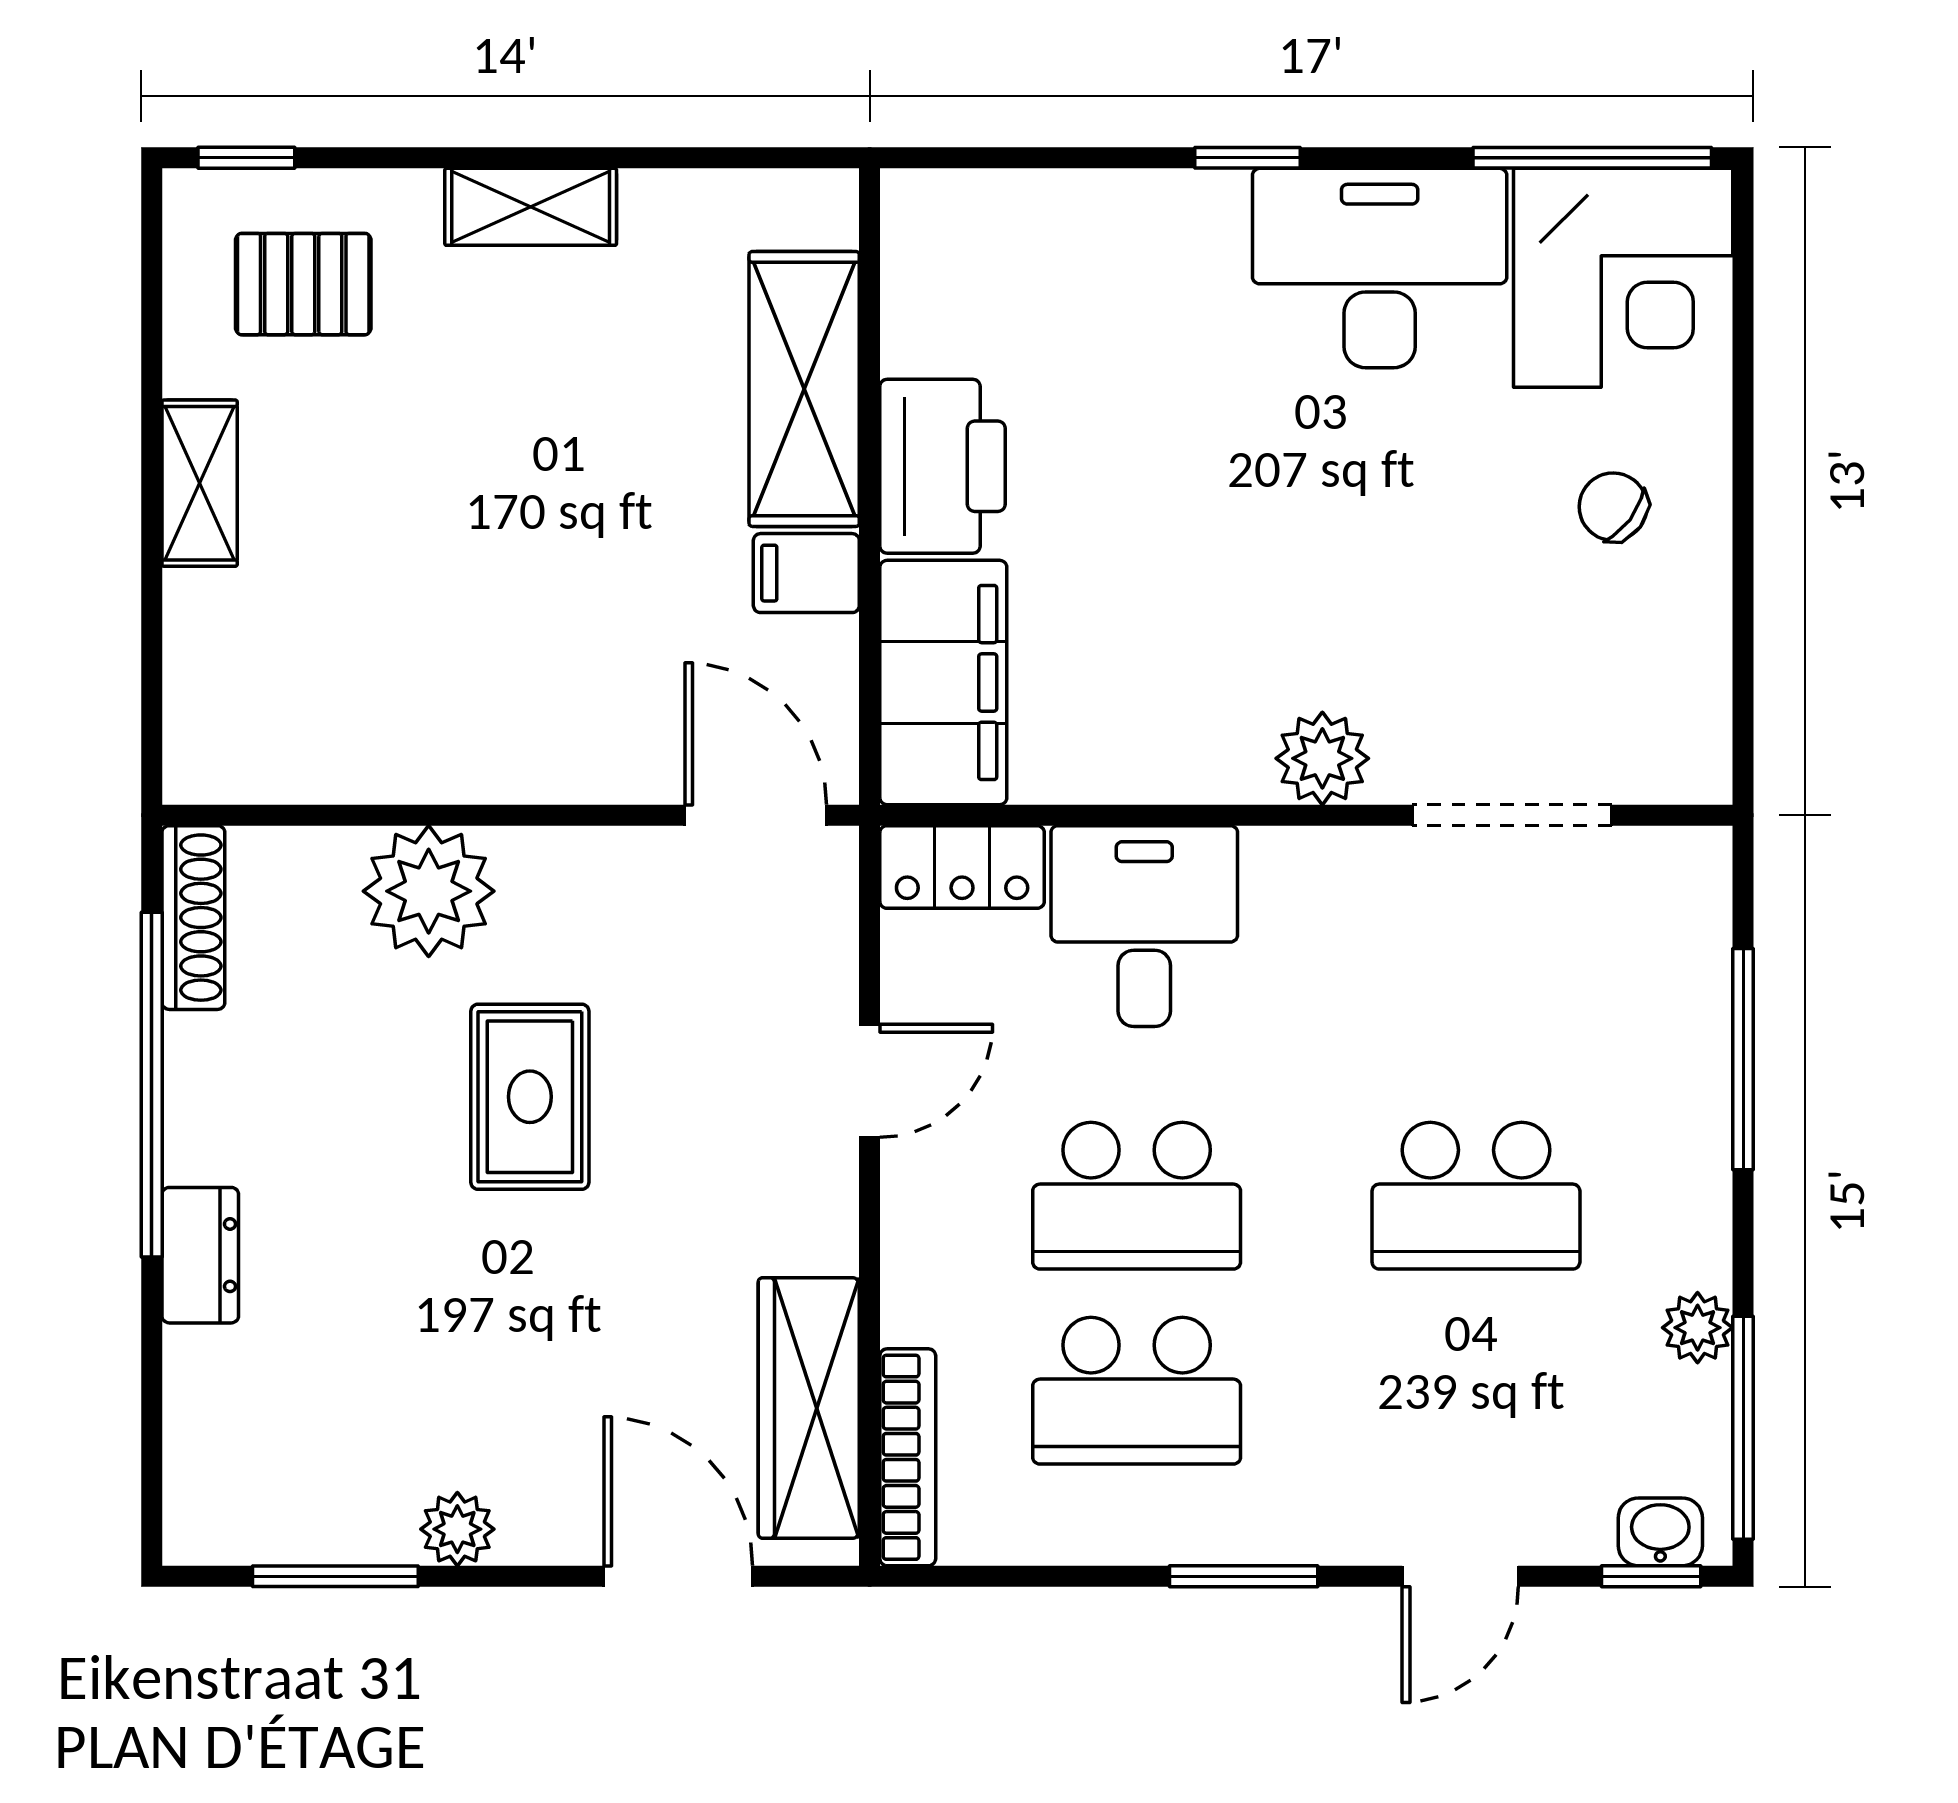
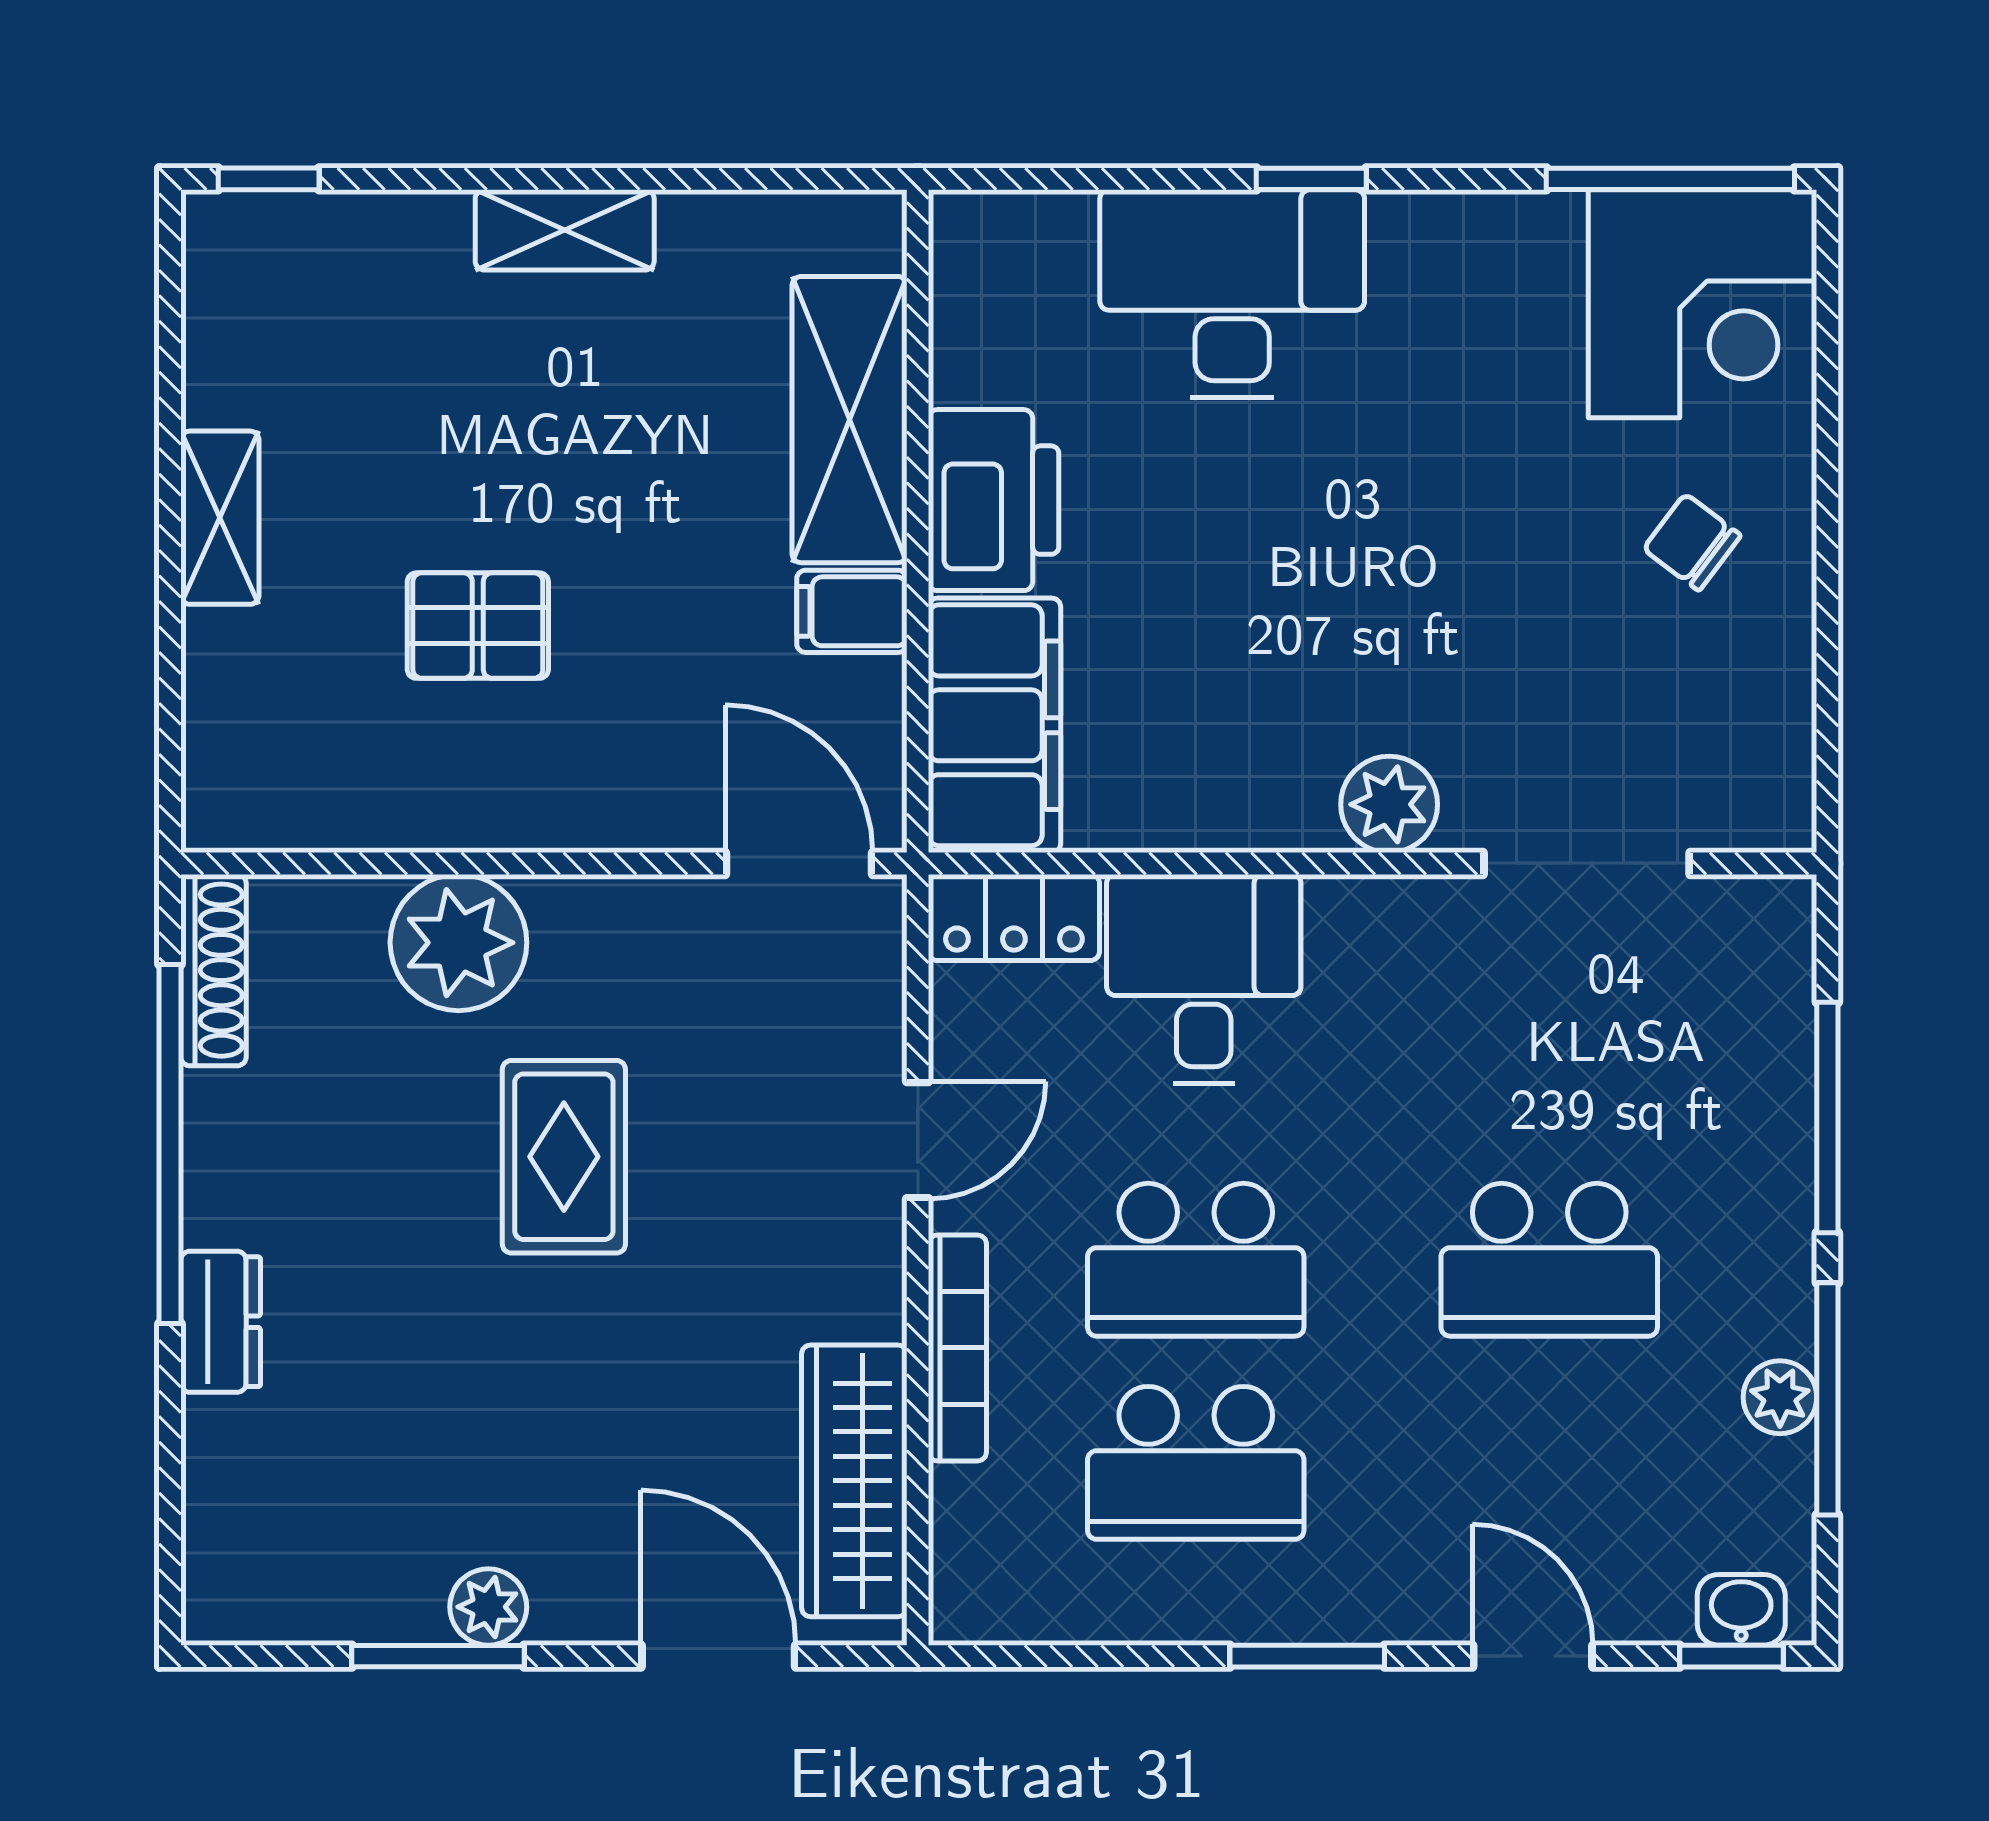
desk: (1380, 268) -> (1232, 294), moved
pallet: (303, 284) -> (478, 626), moved
window: (1743, 1428) -> (1827, 1399), moved
bookcase: (908, 1457) -> (957, 1348), moved
window: (335, 1576) -> (438, 1656), moved
door: (1460, 1576) -> (1533, 1656), swing flipped

